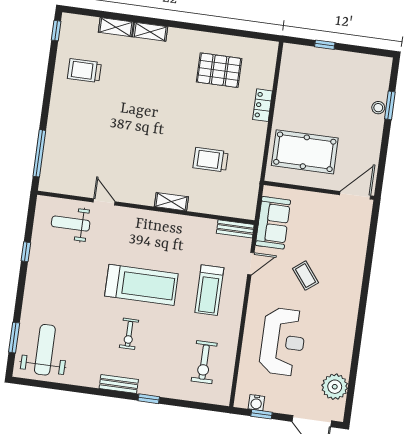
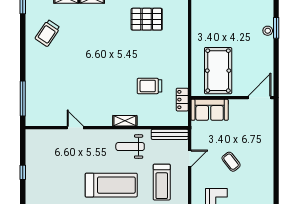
trolley: (84, 71) -> (48, 33), turned -56
locker: (263, 105) -> (182, 100), moved
pool table: (305, 152) -> (218, 71), turned 90
sofa: (273, 223) -> (210, 110), moved, turned 90
weight bench: (71, 224) -> (130, 147), moved
bench: (235, 229) -> (170, 134), width x1.36

